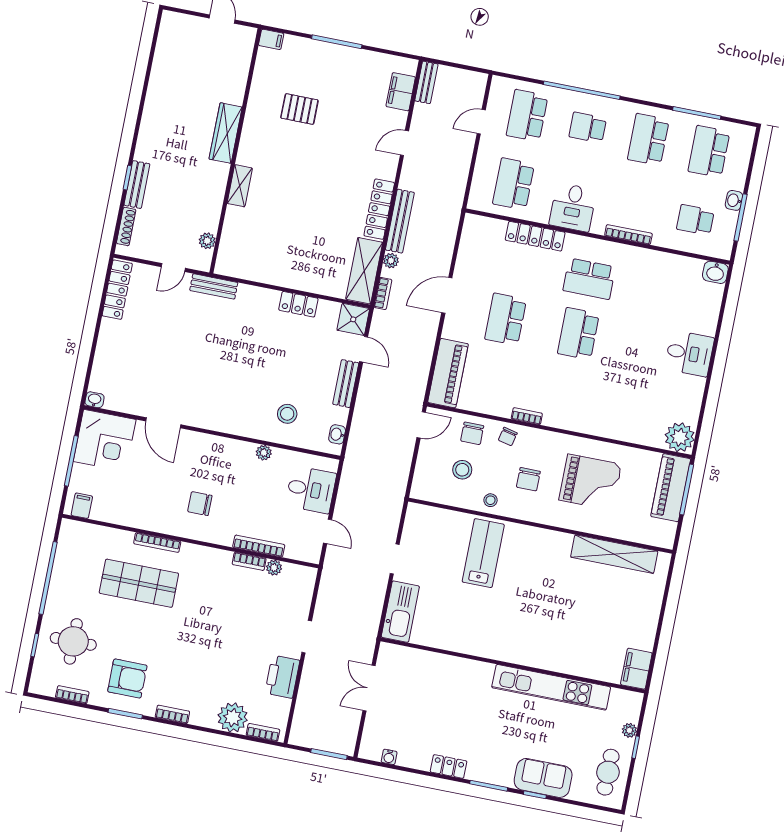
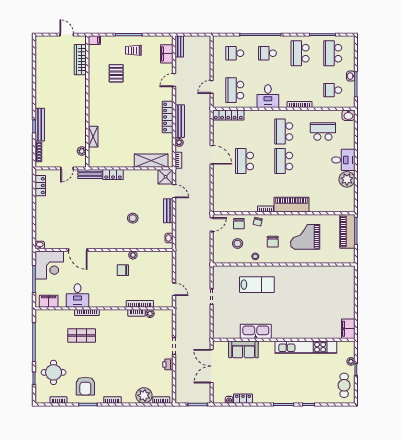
trolley: (340, 73) -> (133, 50), added
pallet: (299, 109) -> (116, 73), turned 90
school desk: (527, 115) -> (235, 53), width x0.54
door: (481, 122) -> (212, 87), moved
wardrobe: (226, 133) -> (80, 60), moved
bench: (137, 185) -> (40, 125), width x1.36
shelving: (240, 186) -> (93, 137), moved
locker: (535, 236) -> (228, 115), moved
shelving: (364, 271) -> (151, 161), moved, turned 90
school desk: (589, 279) -> (284, 131), turned 90
locker: (117, 290) -> (40, 186), width x0.66
school desk: (662, 293) -> (323, 131), added
door: (447, 295) -> (212, 155), swing flipped
locker: (298, 304) -> (113, 175), moved
piano: (448, 373) -> (292, 205), moved, turned -90
stool: (287, 414) -> (133, 218), moved
plant: (680, 437) -> (347, 179), moved
grand piano: (590, 482) -> (305, 237), turned 180
desk: (311, 490) -> (77, 295), moved, turned 90
chair: (200, 504) -> (123, 270), moved
filing cabinet: (82, 506) -> (49, 301), width x2.00
lab bench: (483, 553) -> (257, 285), turned 90
shelving: (614, 554) -> (325, 272), removed
shop shelf: (139, 583) -> (82, 336), width x0.70, depth x0.74
kitchen sink: (400, 612) -> (256, 331), moved, turned -90
printer: (282, 677) -> (168, 364), width x0.53, depth x0.68
armchair: (127, 679) -> (85, 386), turned 90
double door: (369, 688) -> (212, 366), width x1.37
locker: (449, 766) -> (243, 399), moved
sofa: (543, 778) -> (243, 349), moved, turned 180

